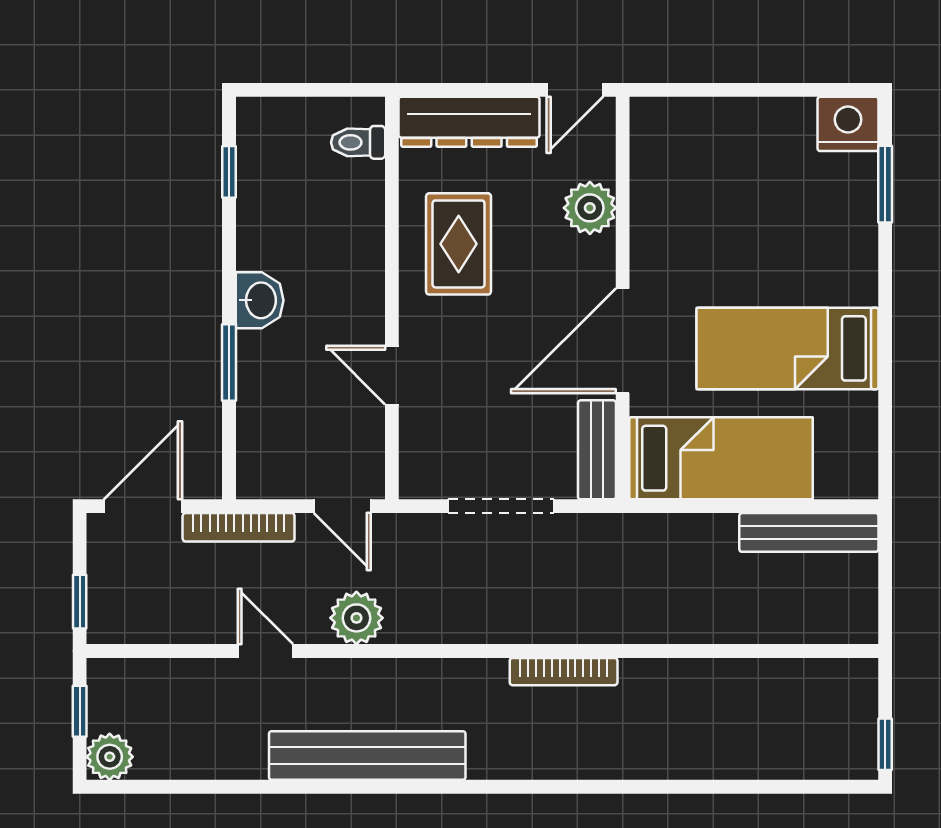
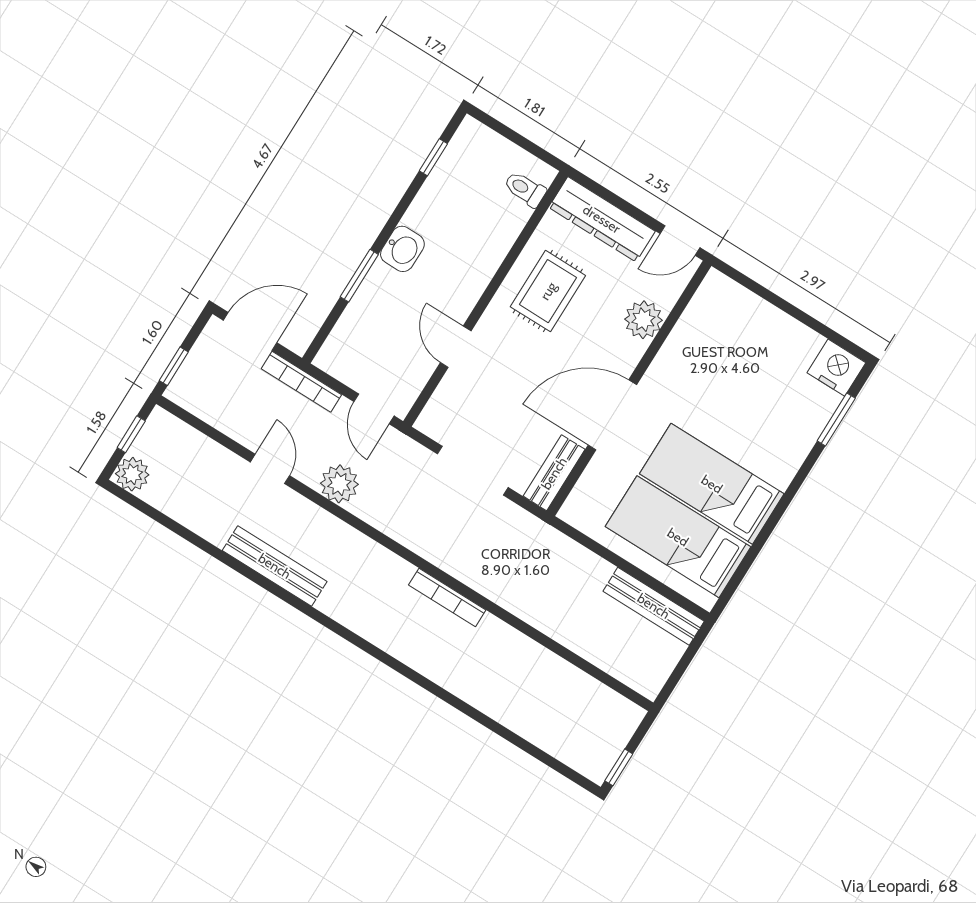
bed: (721, 458) -> (678, 537), moved, turned 180
bench: (367, 756) -> (275, 566), width x0.73, depth x0.82

